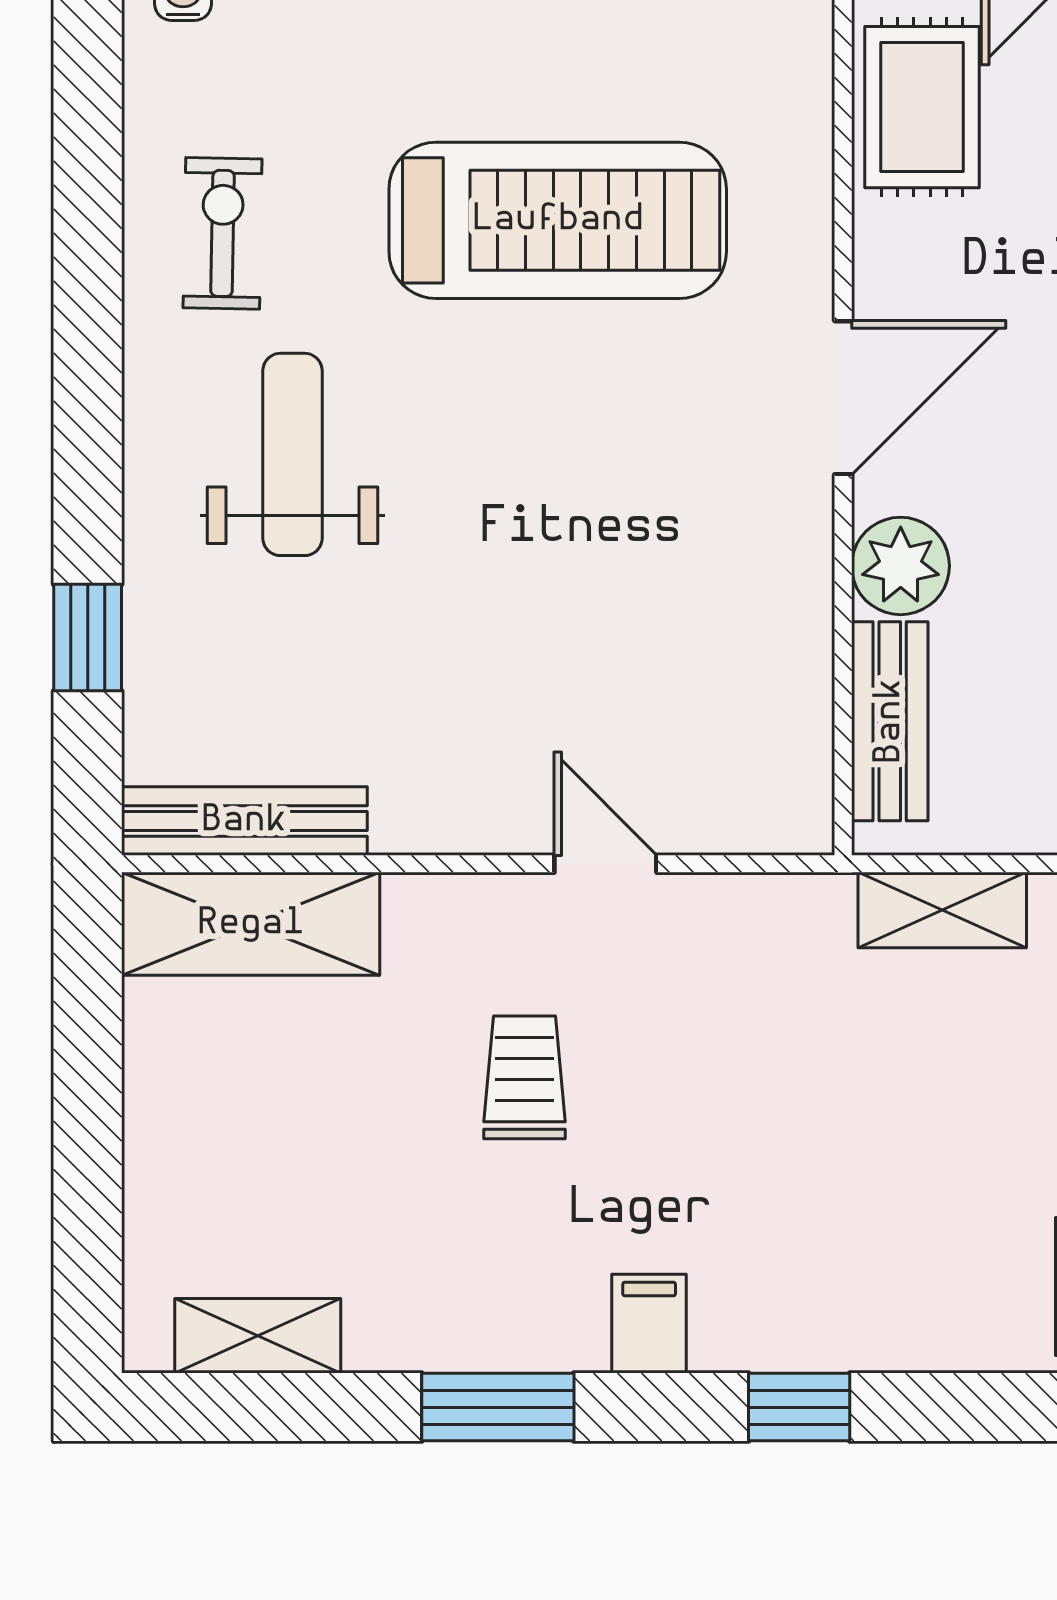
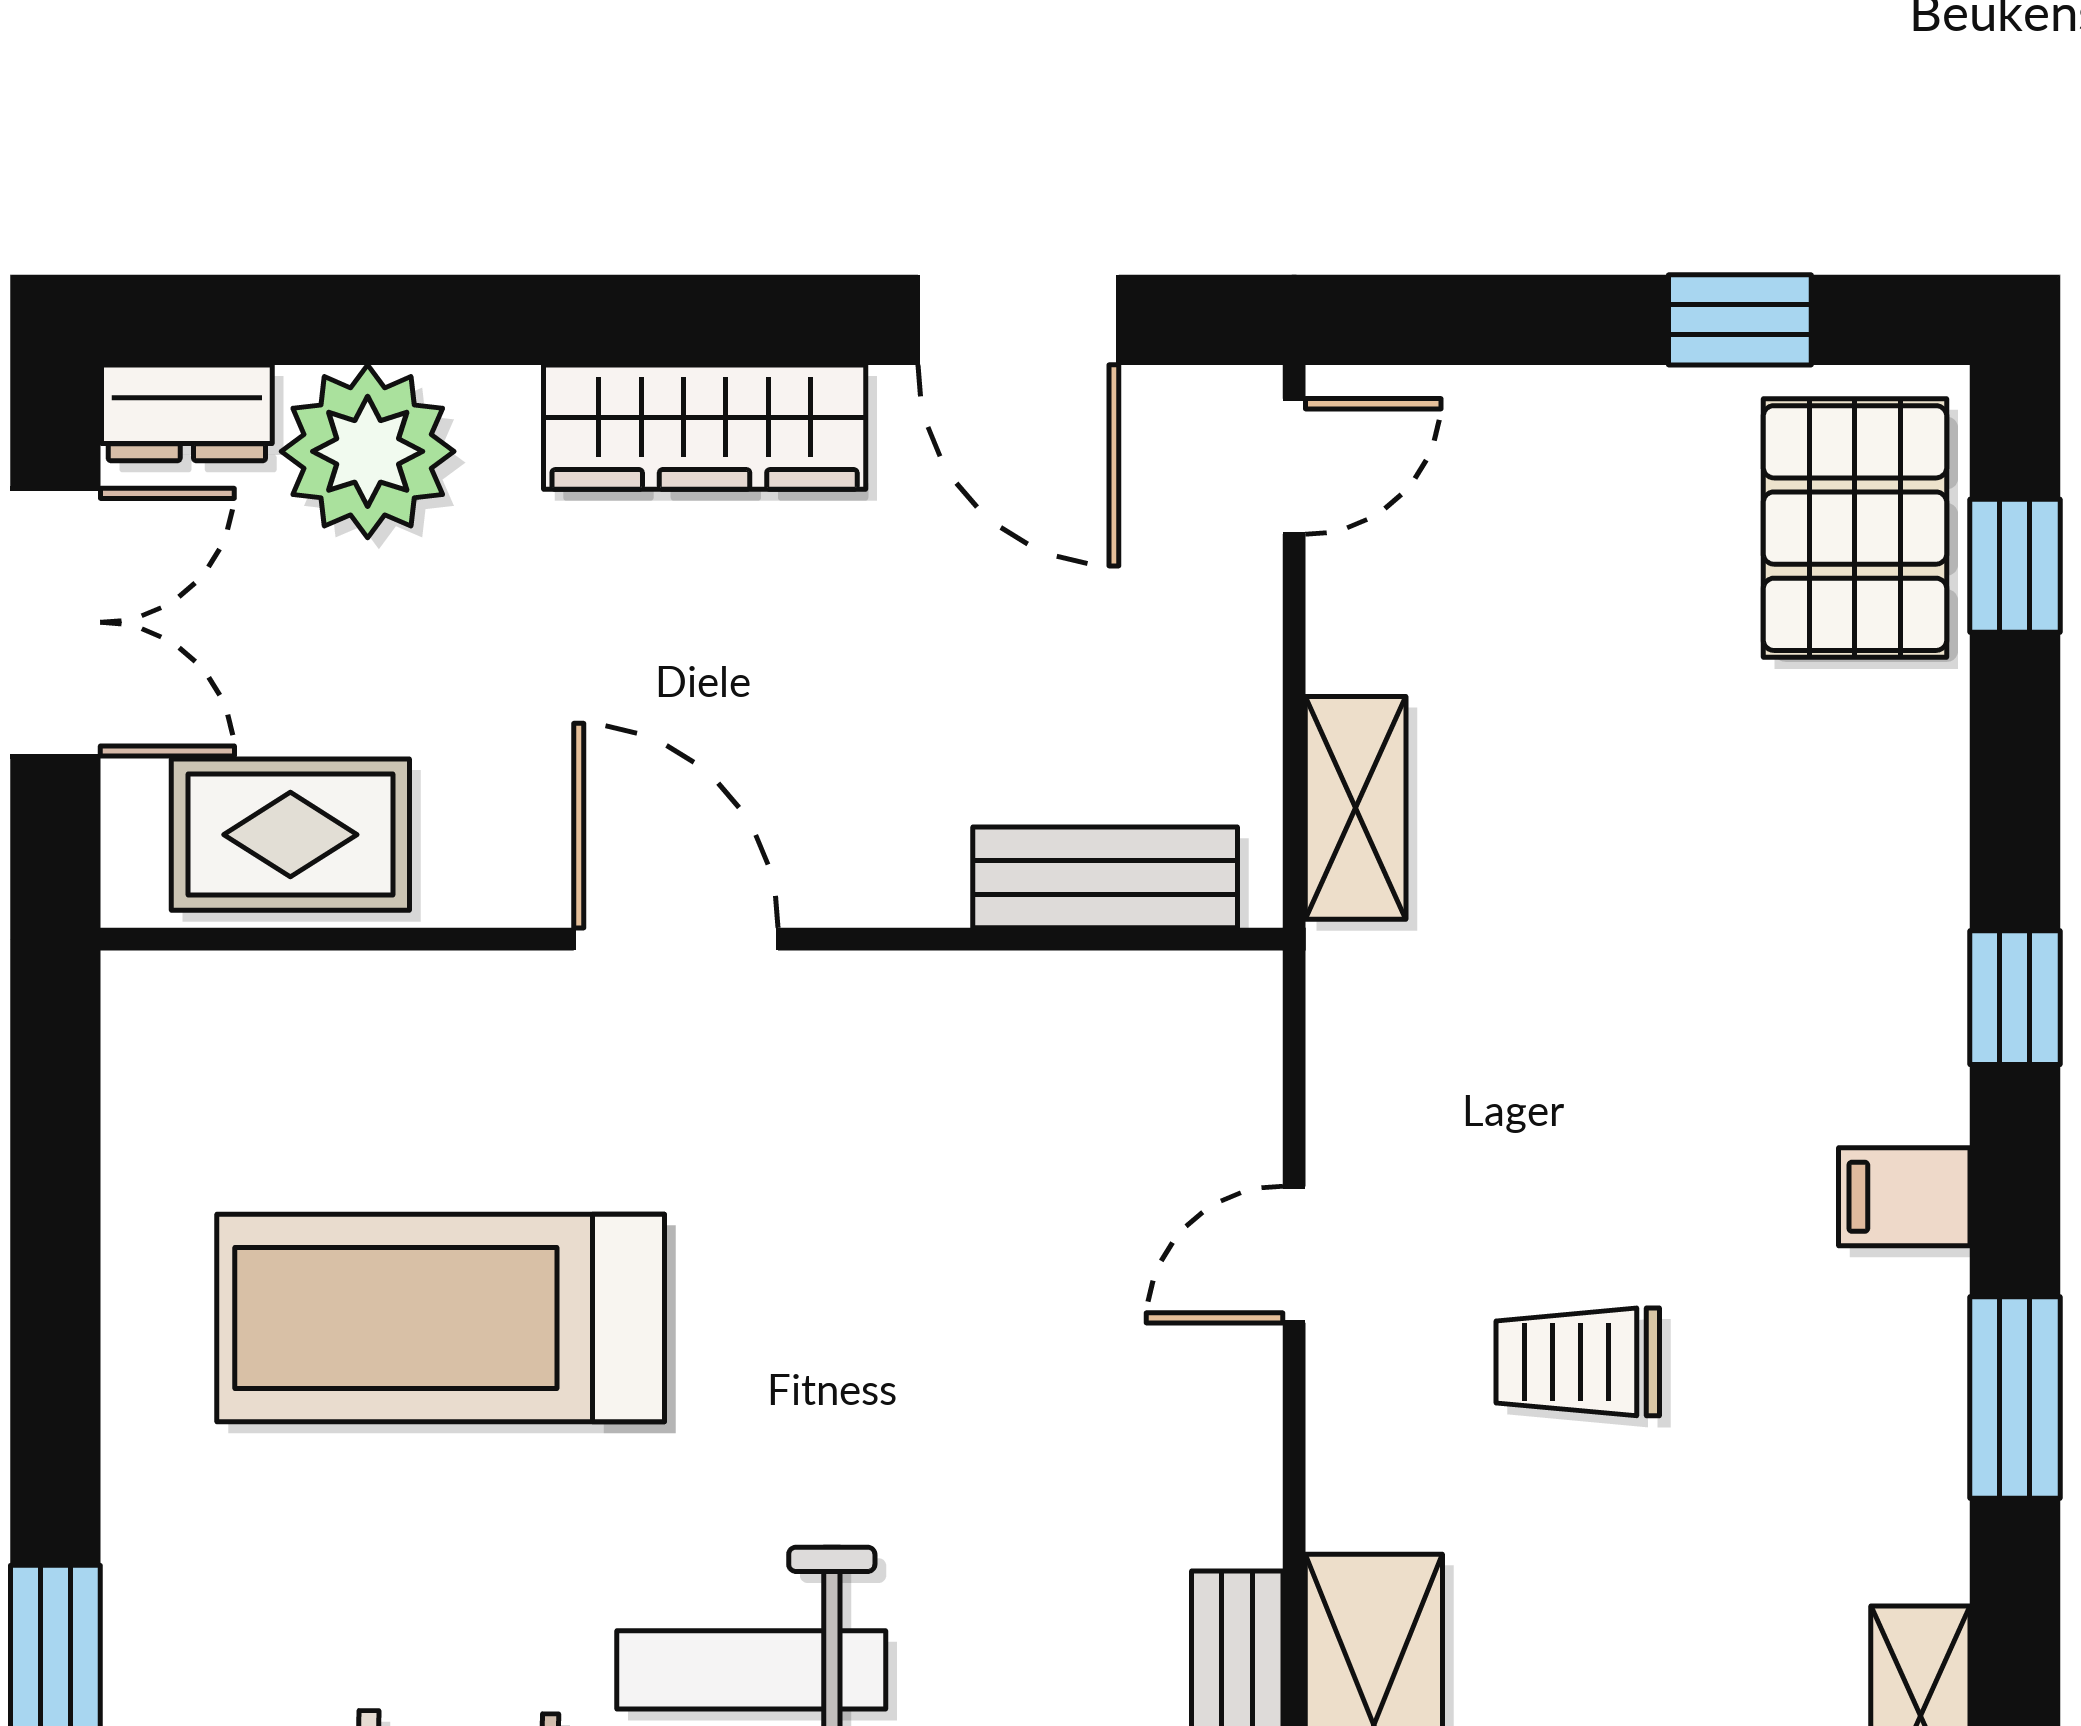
treadmill: (558, 220) -> (441, 1318), turned -90
plant: (901, 566) -> (899, 863), removed

